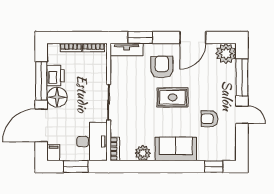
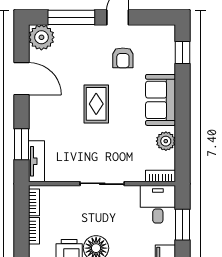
armchair: (162, 67) -> (58, 117), removed
desk: (92, 142) -> (158, 204), width x0.73

